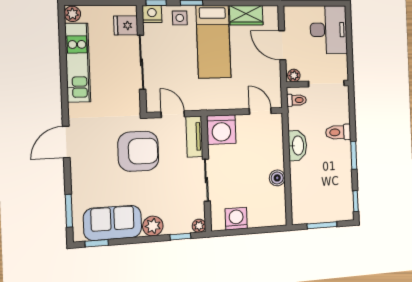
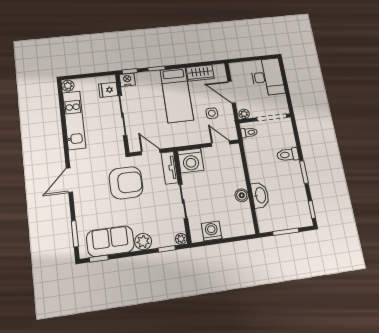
side table: (180, 18) -> (212, 113), moved
washbasin: (297, 145) -> (260, 195), moved

